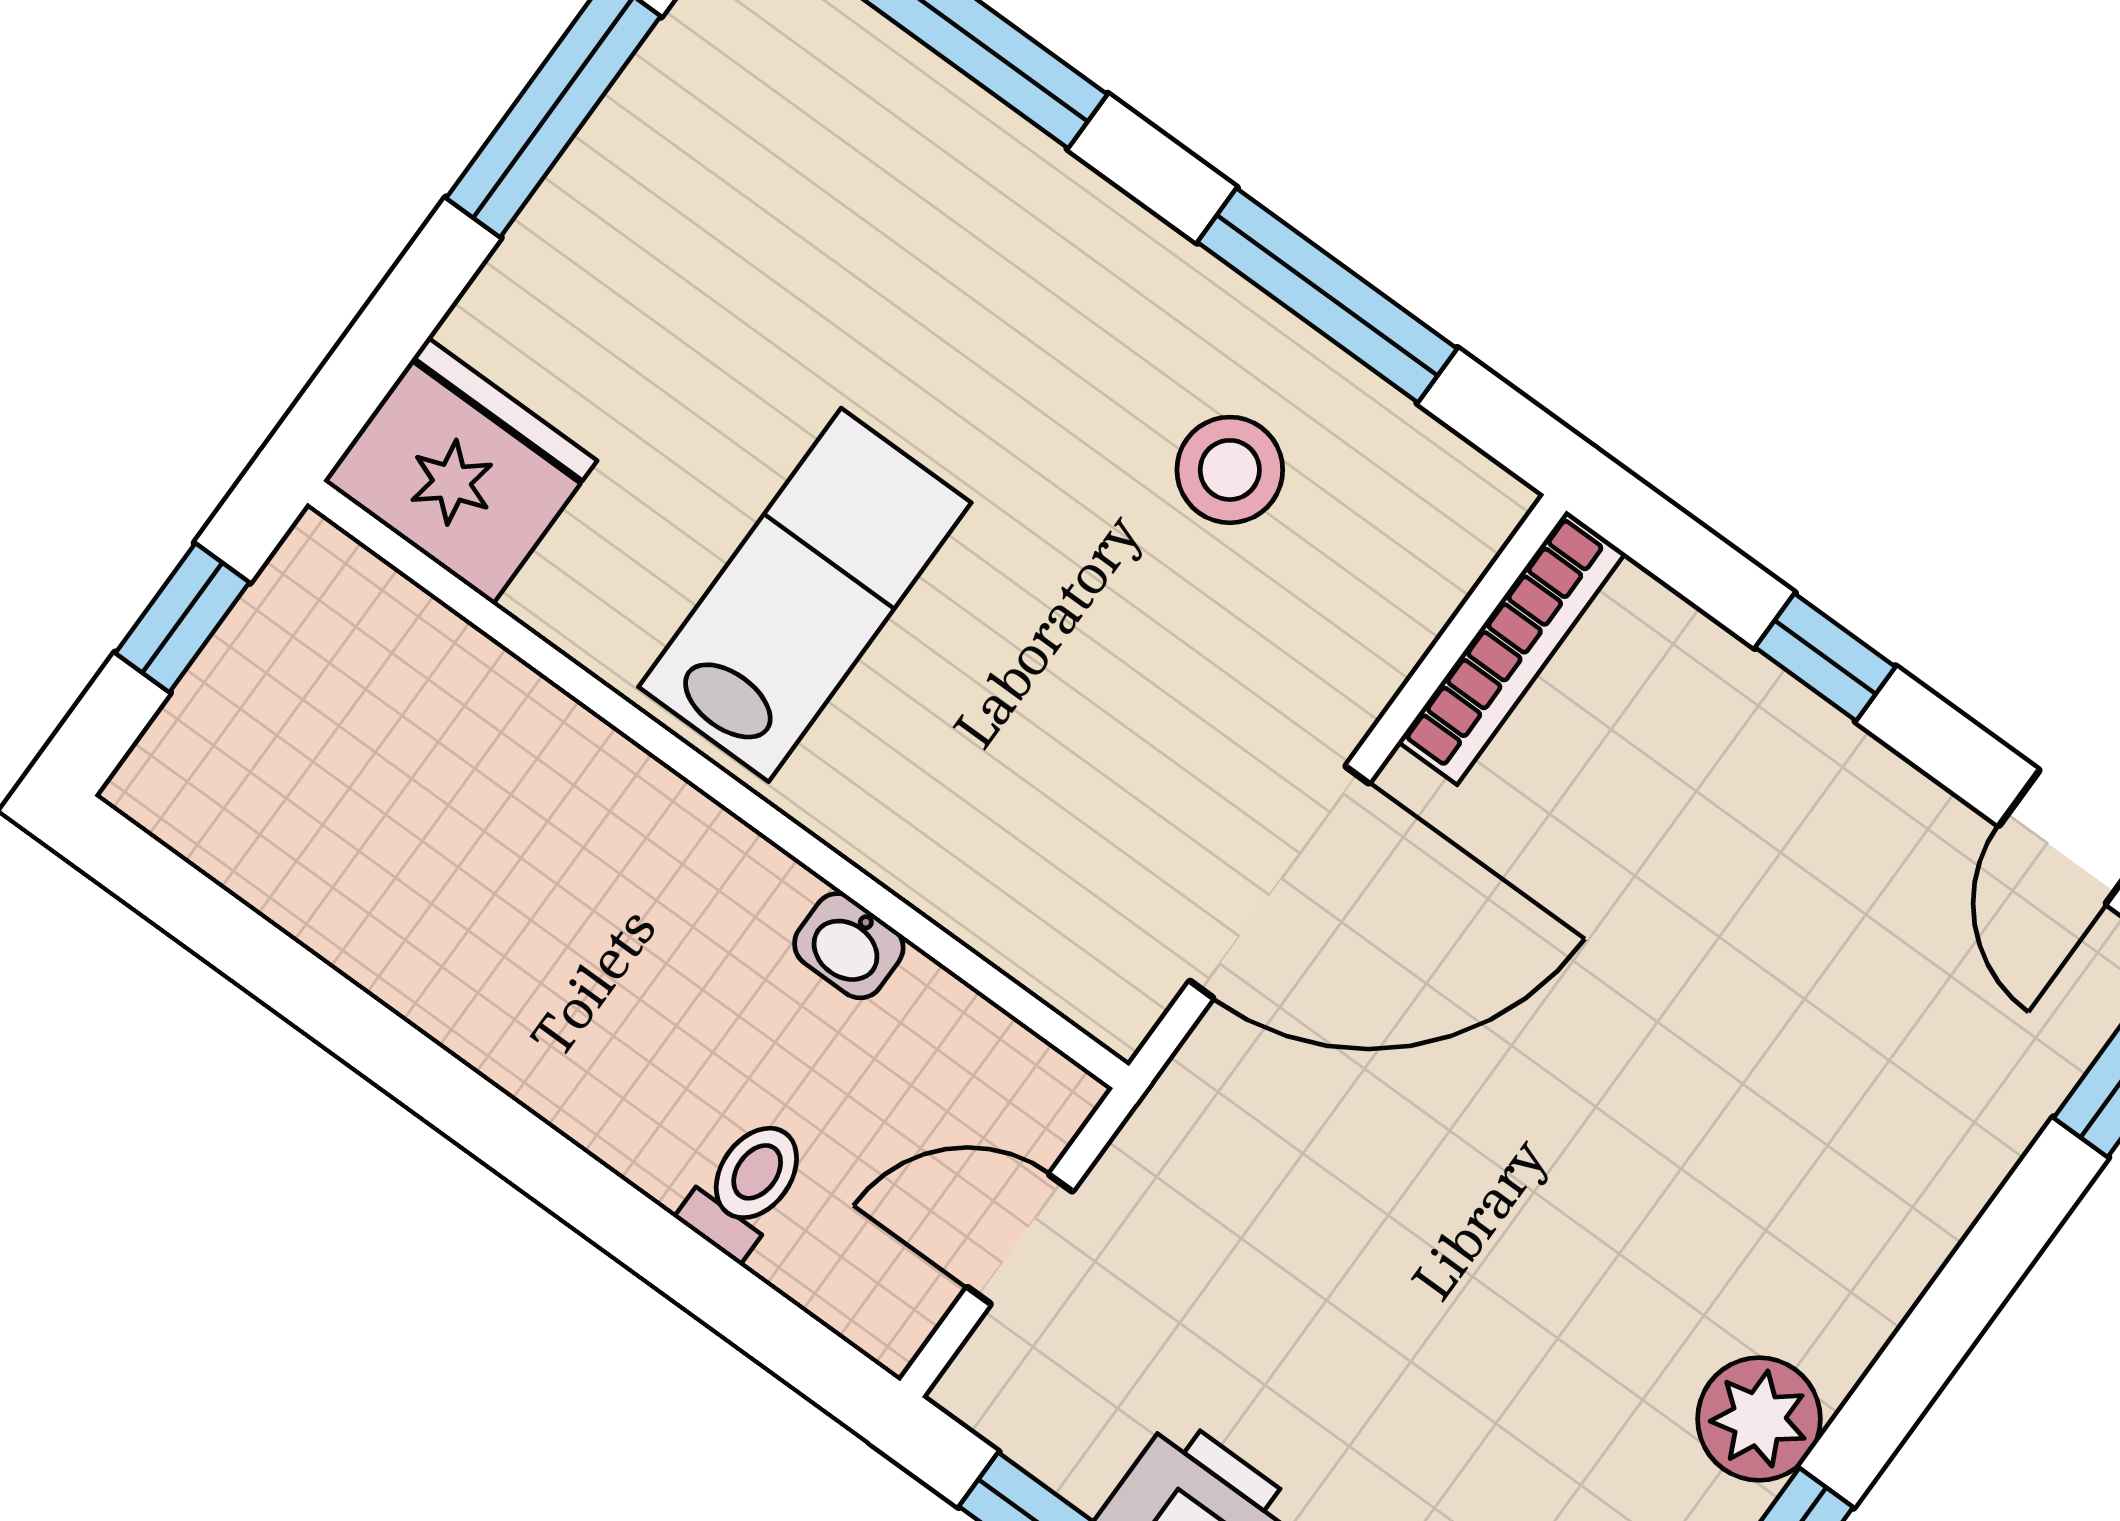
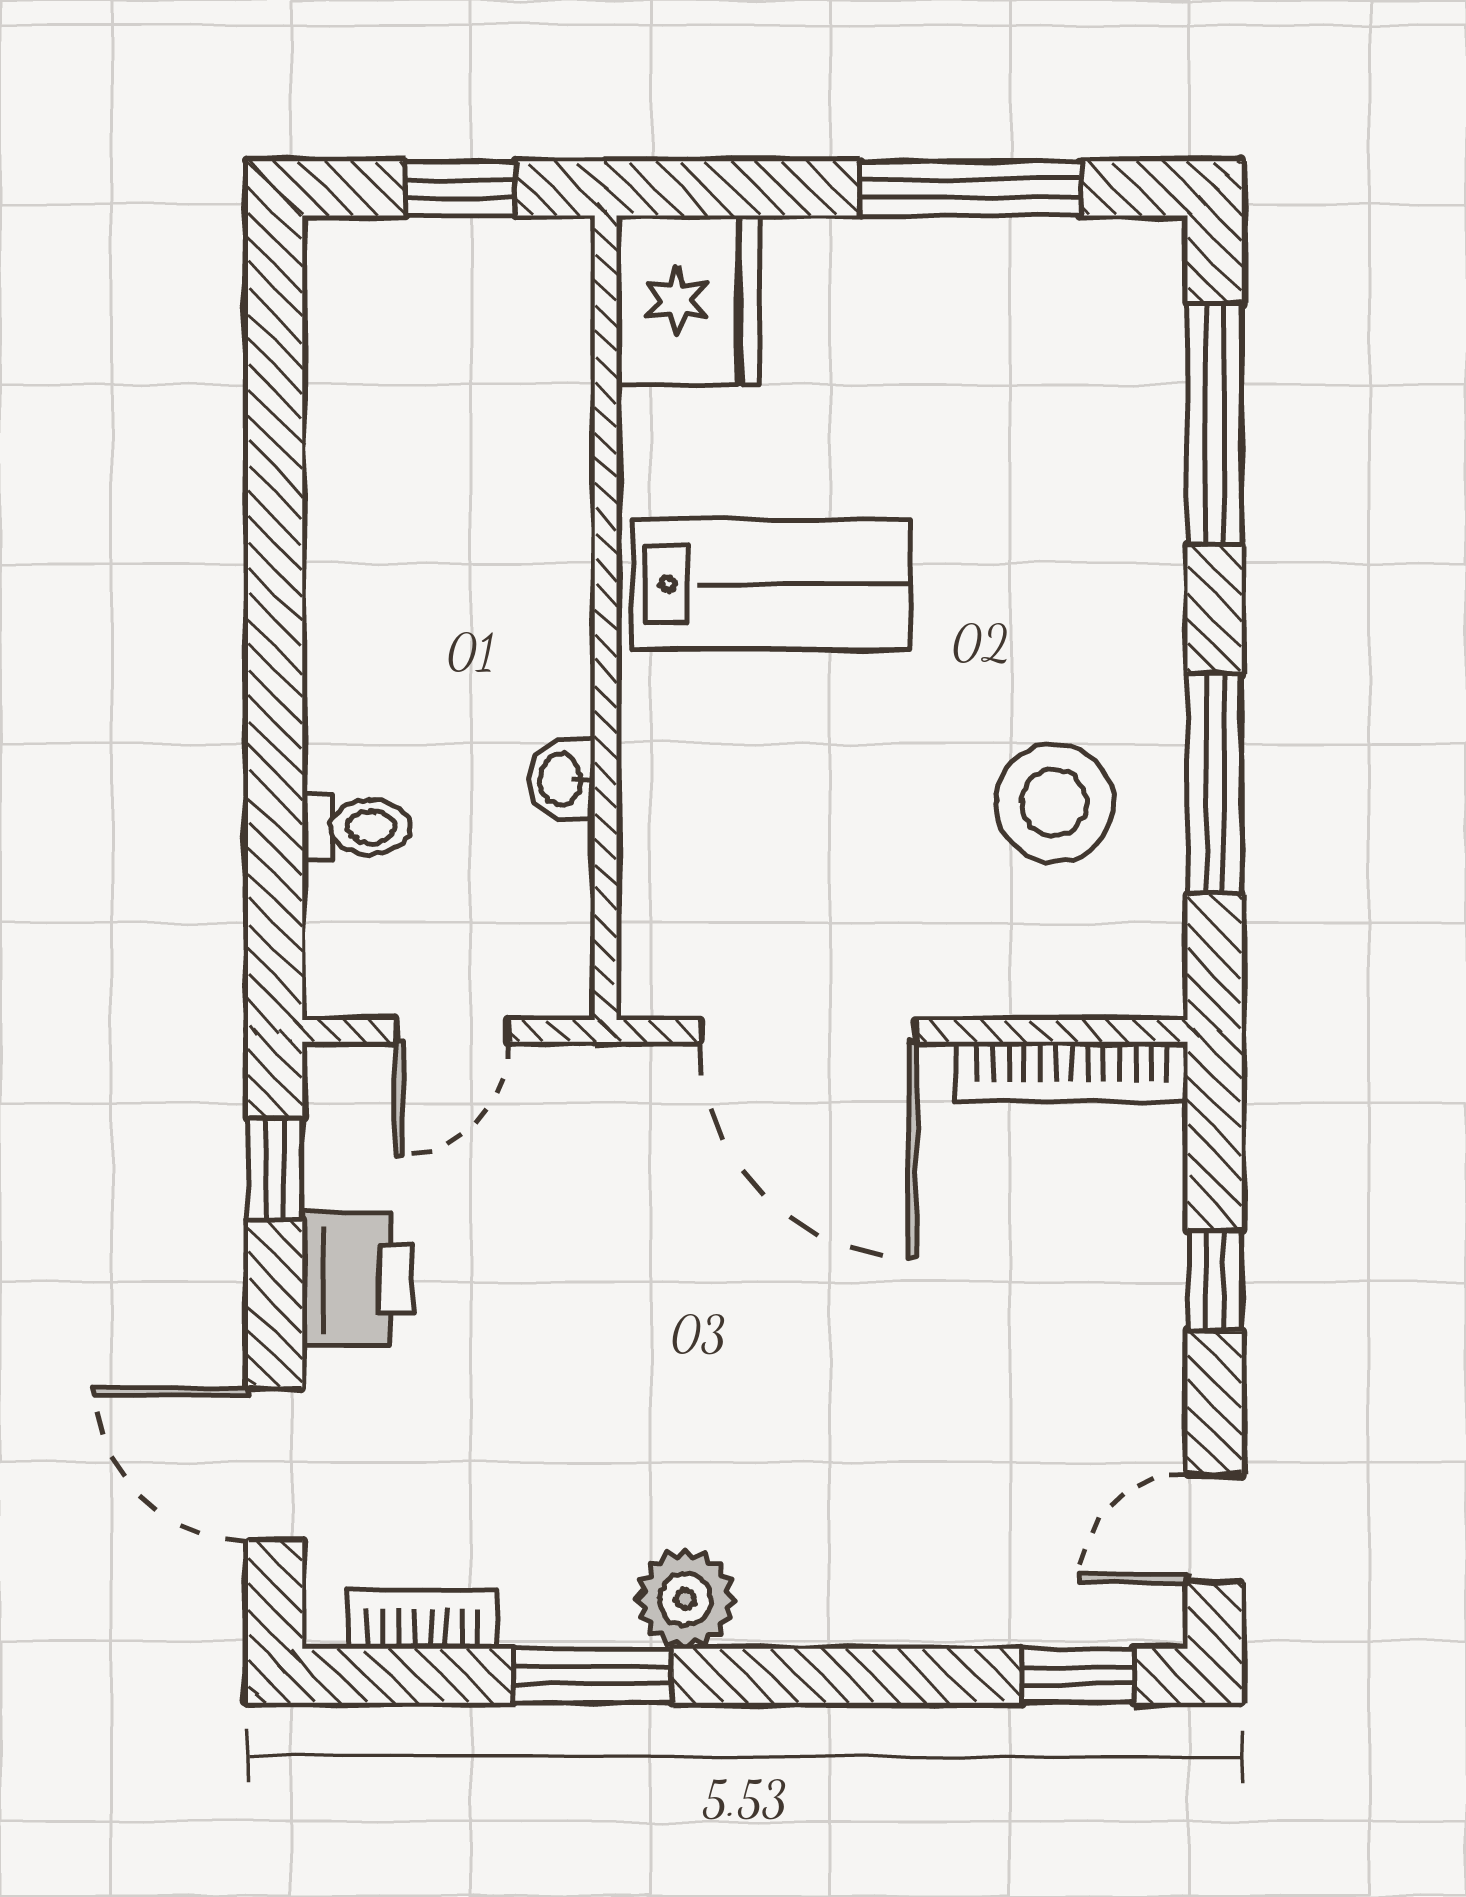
stool: (1230, 470) -> (1054, 803), width x1.38, depth x1.38
door: (1020, 1239) -> (452, 1031), swing flipped

